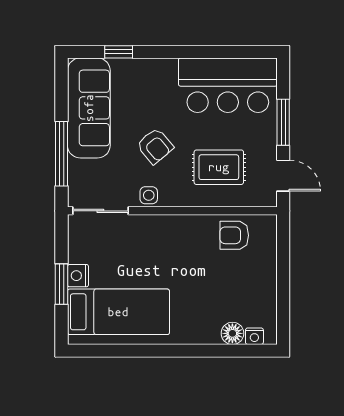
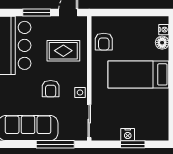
armchair: (155, 146) -> (51, 89), turned 130
rug: (219, 167) -> (63, 51), turned 90
bed: (118, 312) -> (138, 74), moved, turned -90

